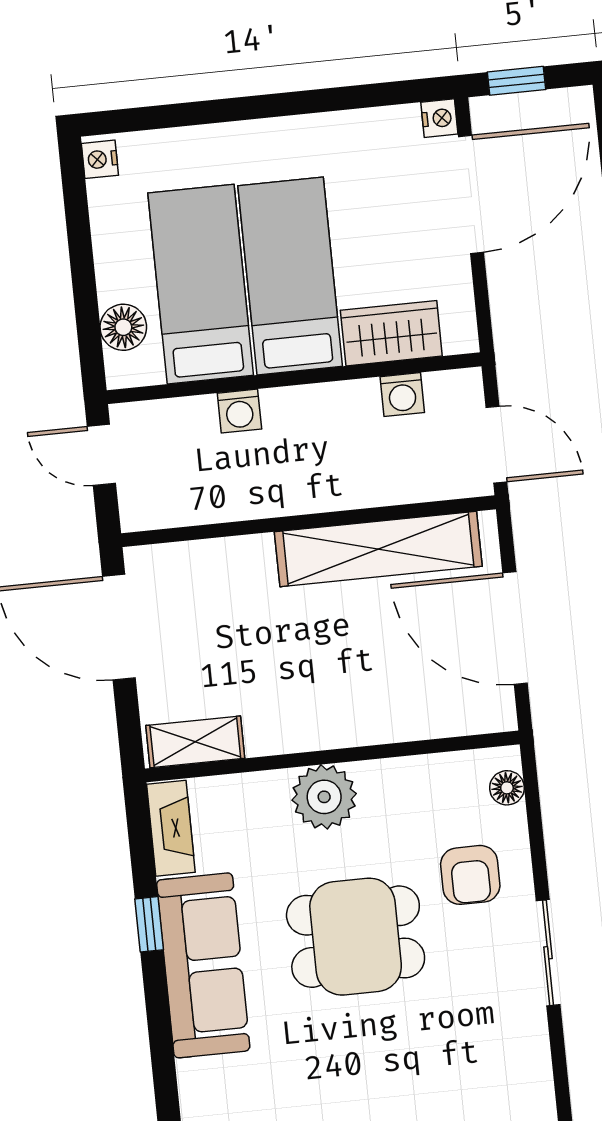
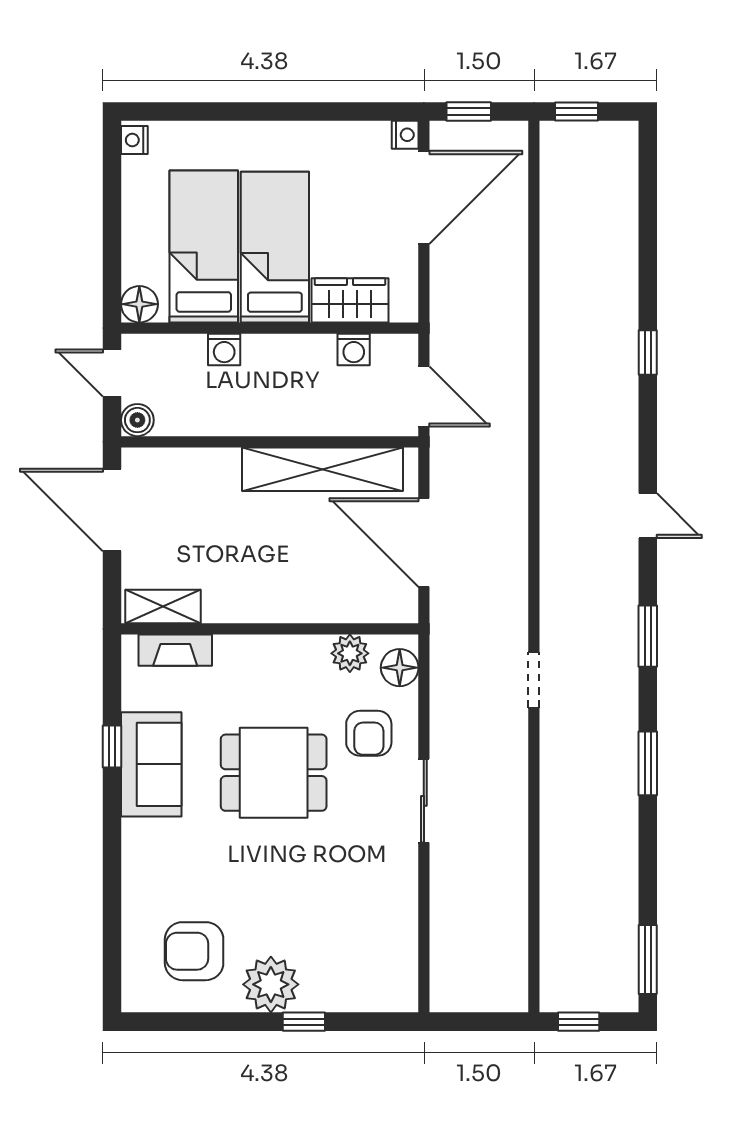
floor lamp: (123, 327) -> (139, 304), moved
boiler: (139, 511) -> (137, 420), added
floor lamp: (507, 788) -> (400, 668), width x1.37, depth x1.37
plant: (324, 797) -> (350, 653), moved, width x0.73, depth x0.73
fireplace: (171, 828) -> (175, 650), moved, turned 90
sofa: (203, 965) -> (151, 764), width x0.73

